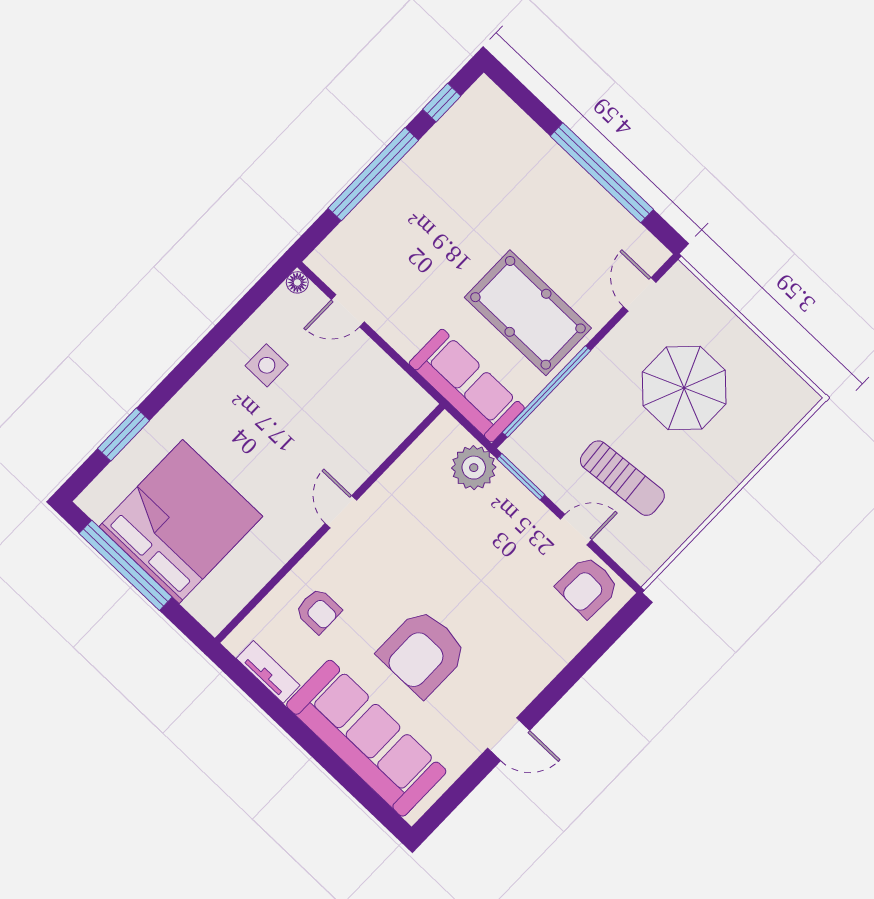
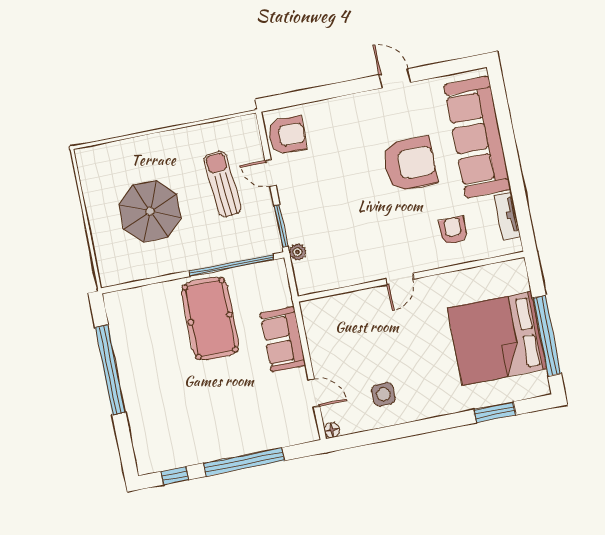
door: (640, 294) -> (138, 284), removed
sofa: (467, 386) -> (283, 339), moved, width x0.73
plant: (474, 468) -> (297, 252), width x0.53, depth x0.53

